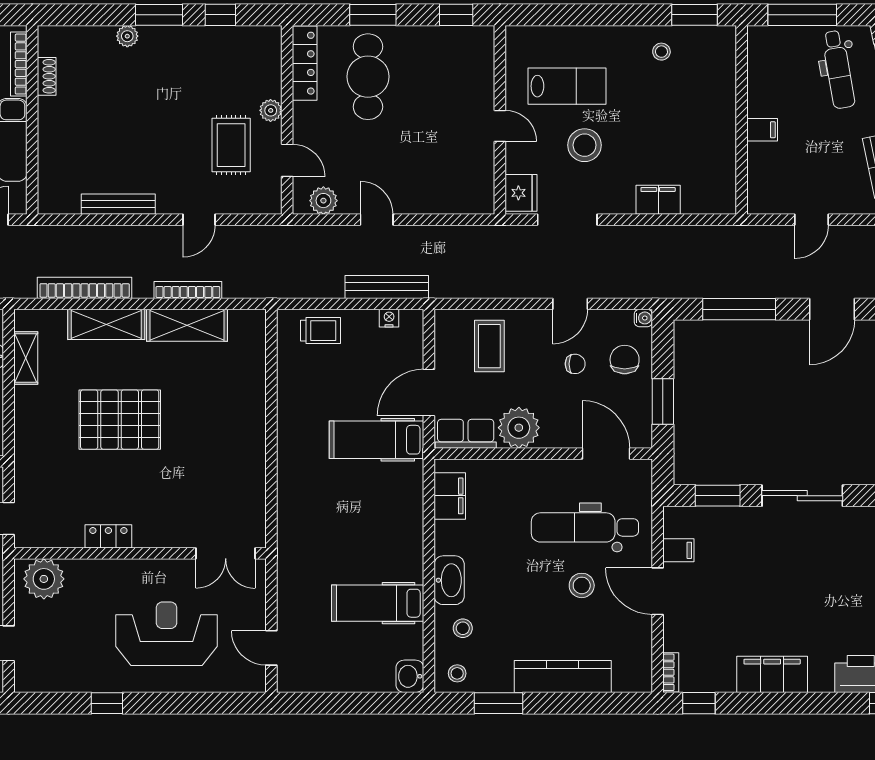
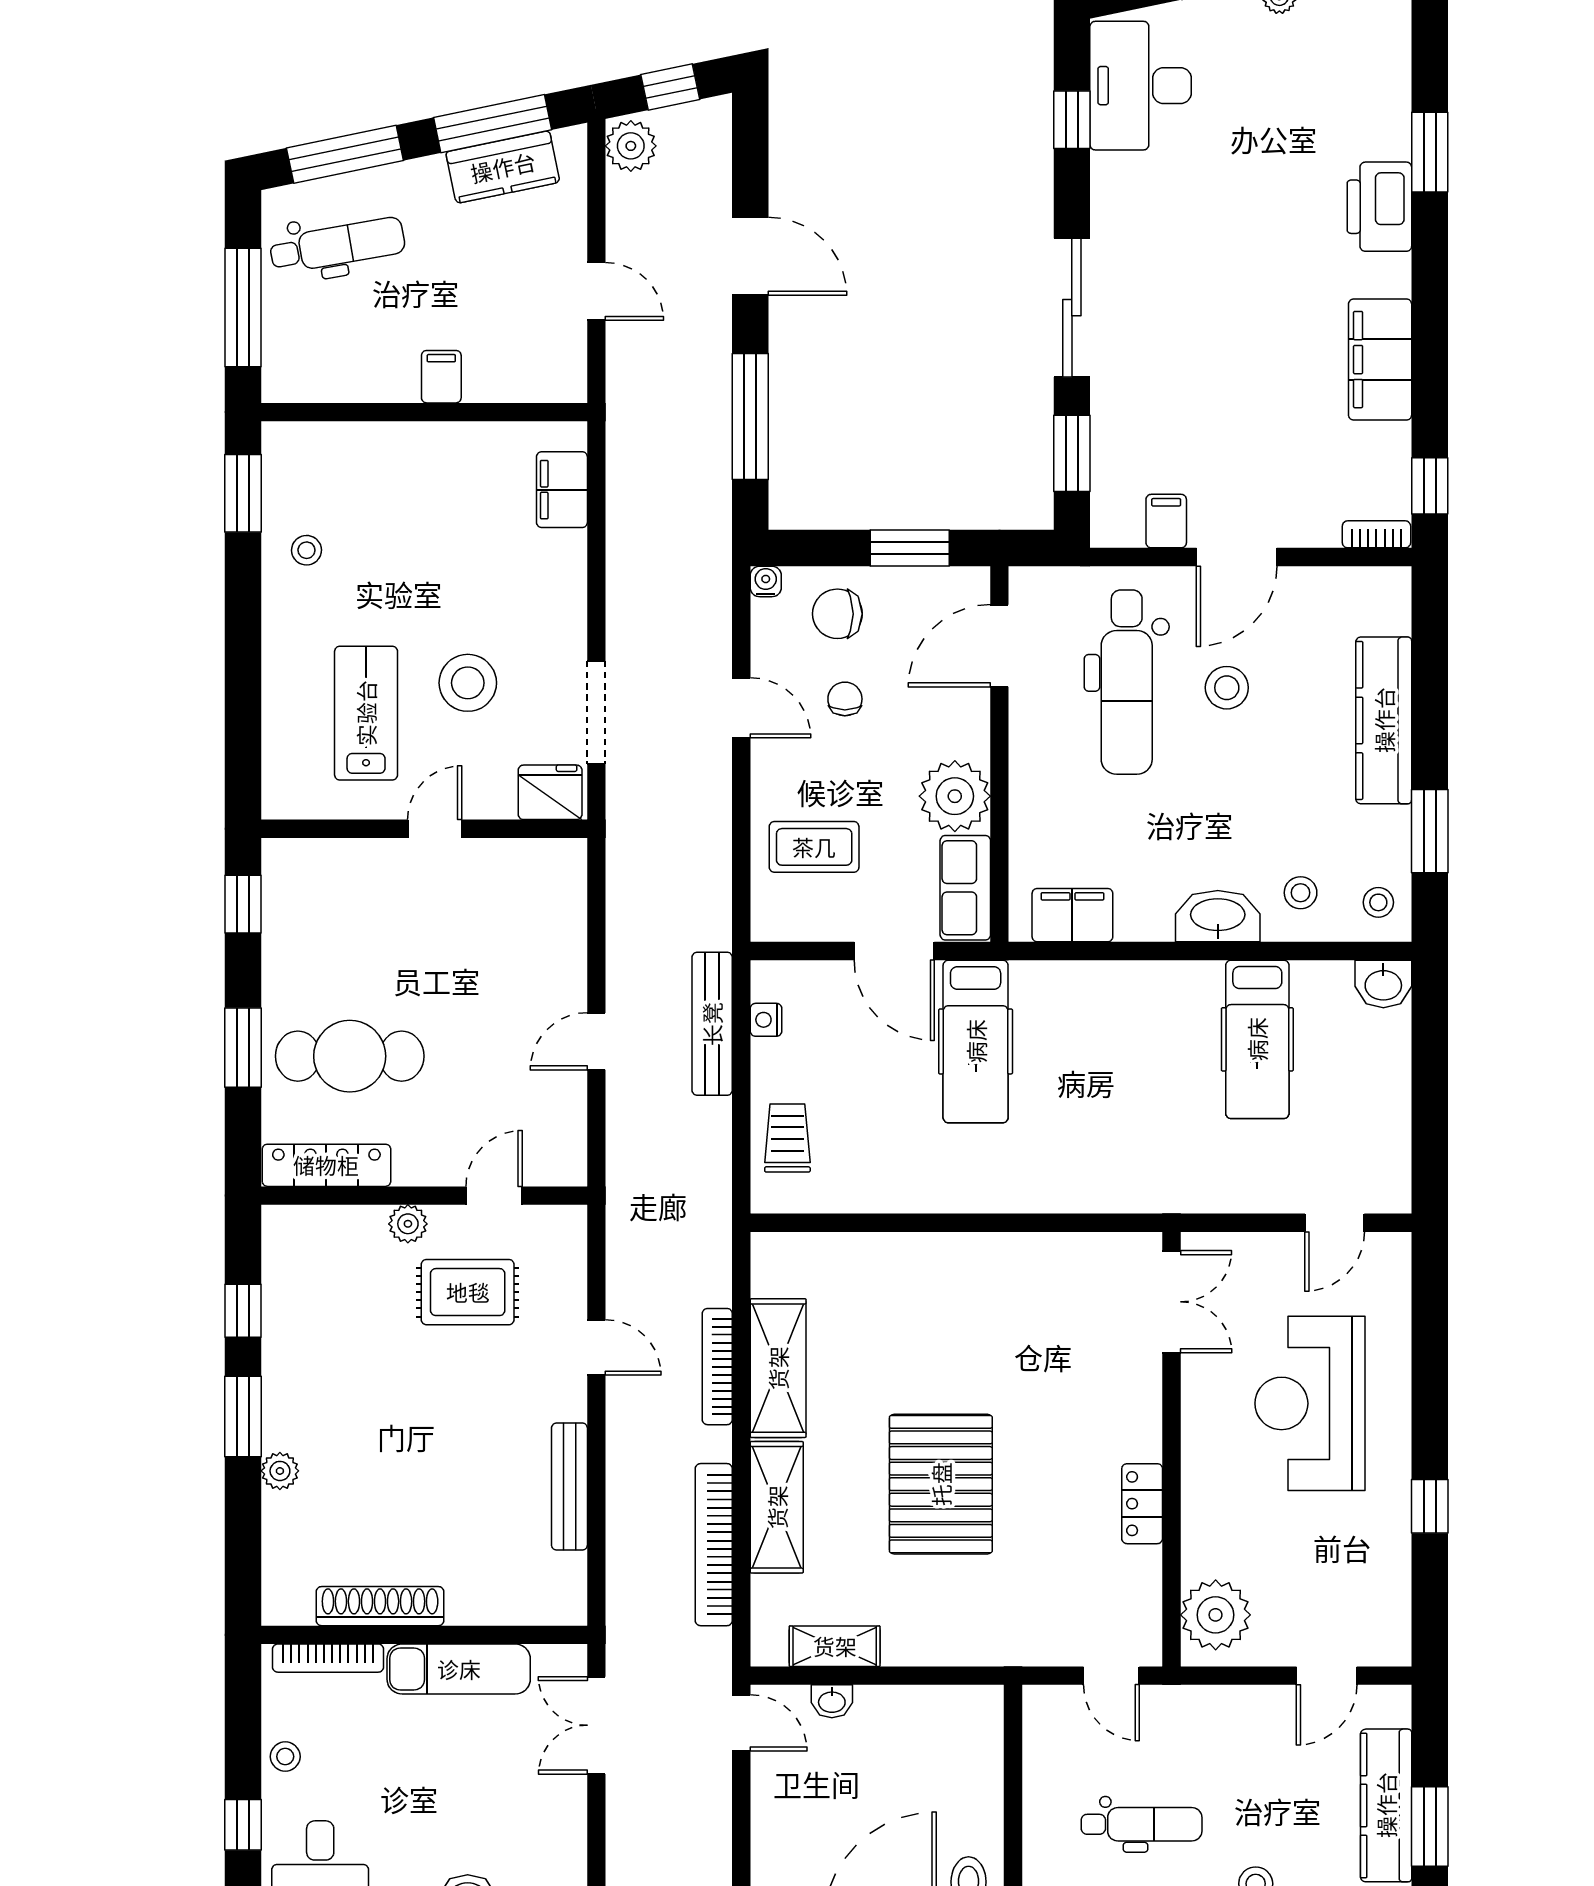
shoe rack: (47, 76) -> (380, 1606), width x1.94, depth x1.24
filing cabinet: (658, 200) -> (562, 490), moved
plant: (323, 201) -> (563, 1133), removed

